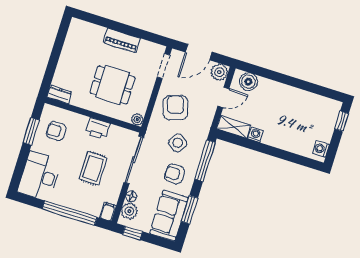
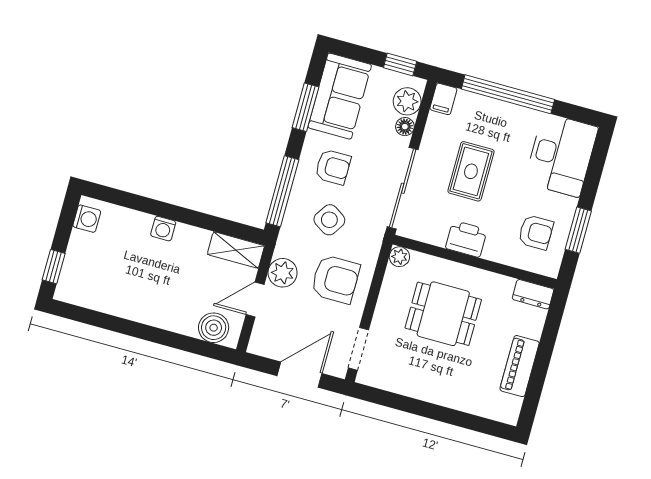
piano: (122, 40) -> (520, 366), moved, turned -90
plant: (219, 72) -> (283, 273), moved
armchair: (176, 108) -> (335, 279), turned -73
washing machine: (255, 135) -> (163, 229), moved

